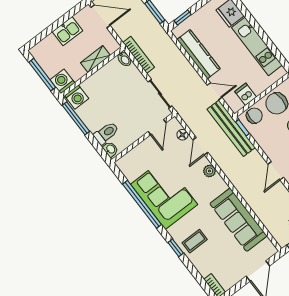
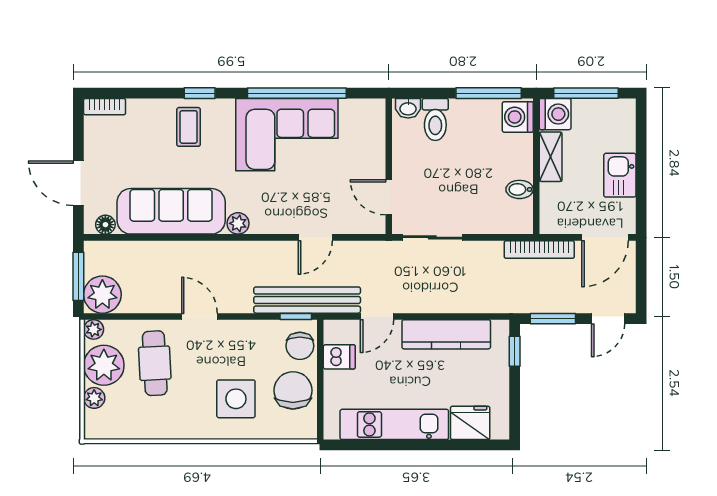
bookcase: (139, 55) -> (539, 249), moved
shelving: (95, 59) -> (551, 157), moved
bidet: (124, 59) -> (520, 189), moved
floor lamp: (182, 135) -> (105, 225), moved
door: (200, 146) -> (315, 237), swing flipped
plant: (209, 171) -> (238, 223), moved

